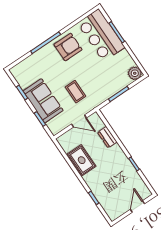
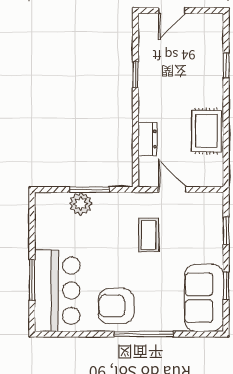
plant: (135, 73) -> (81, 204), moved
sofa: (43, 101) -> (204, 298), moved

